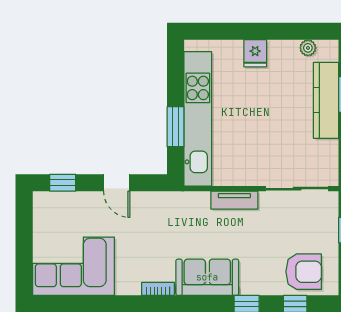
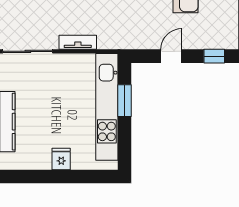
plant: (308, 48) -> (19, 163), removed
door: (117, 183) -> (171, 56), hinge flipped

